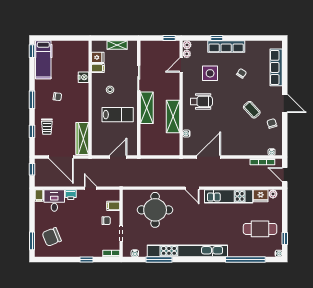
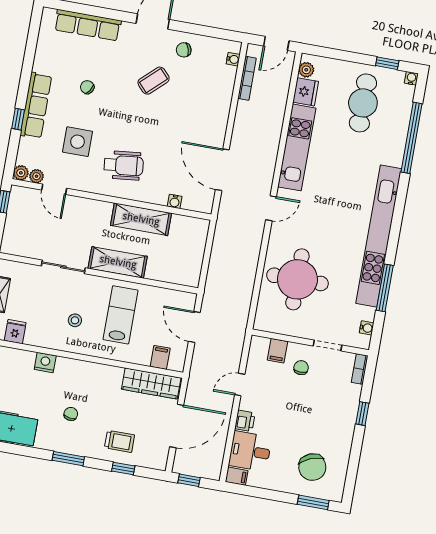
filing cabinet: (98, 68) -> (160, 357), moved
wheelchair: (201, 101) -> (124, 165), turned 84

